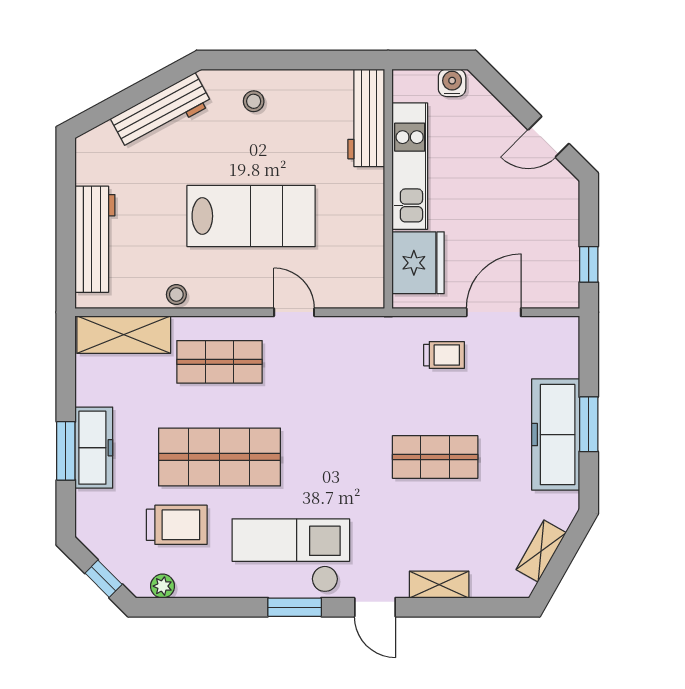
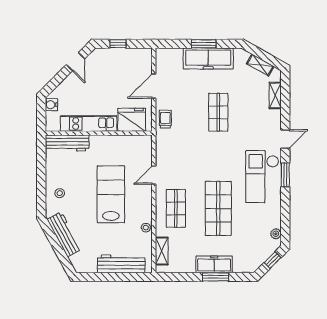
window: (589, 264) -> (118, 44), moved
door: (494, 312) -> (154, 86), hinge flipped
shelving: (124, 335) -> (162, 251), width x0.67, depth x0.75
trolley: (444, 355) -> (165, 119), moved
trolley: (177, 525) -> (249, 227), removed
shelving: (439, 585) -> (275, 95), moved

